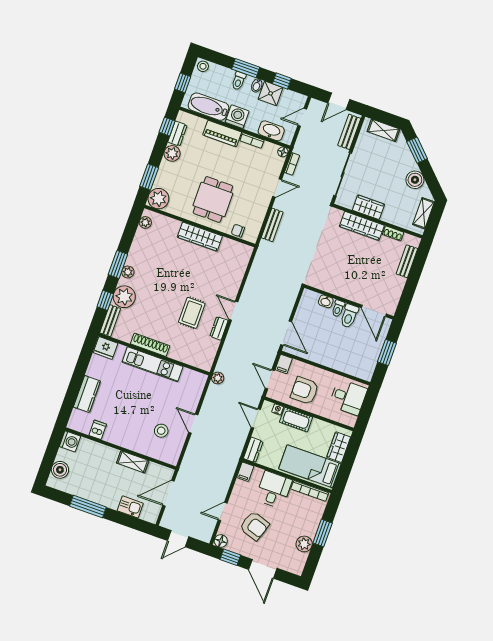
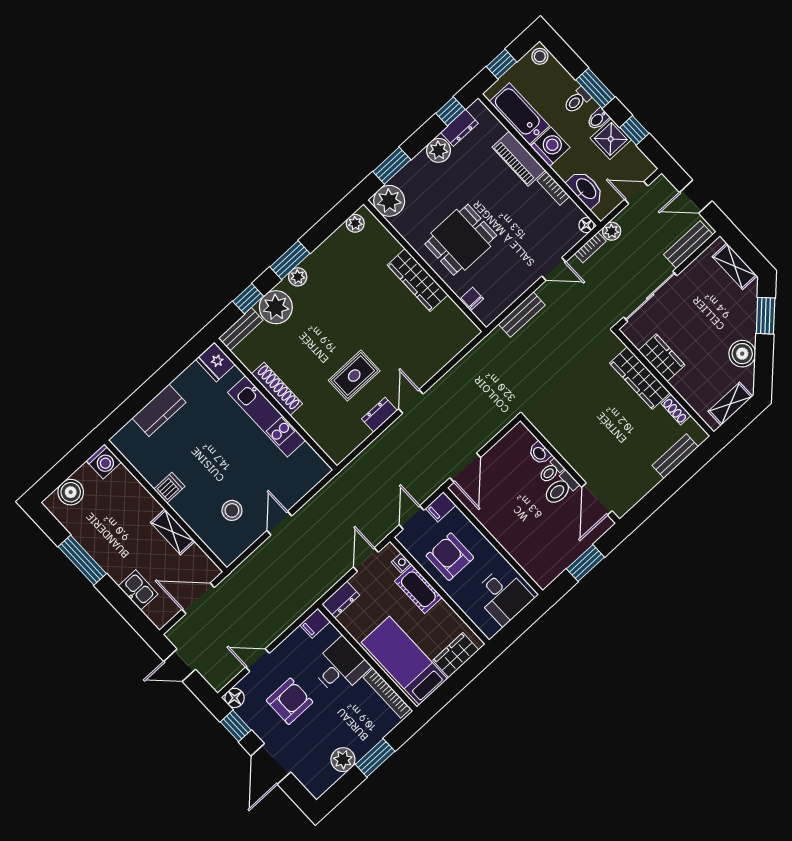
plant: (218, 378) -> (612, 231), moved
dishwasher: (98, 430) -> (169, 488), moved
armchair: (254, 526) -> (290, 701), turned -108

